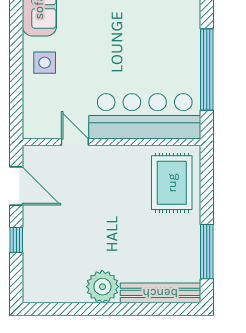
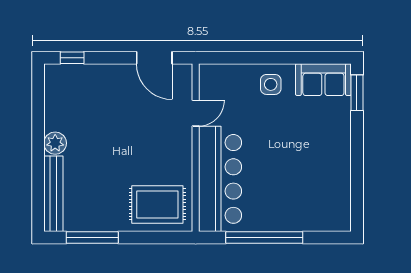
door: (16, 186) -> (154, 58), hinge flipped
window: (16, 240) -> (72, 58), moved
plant: (102, 287) -> (55, 143), width x0.73, depth x0.73

